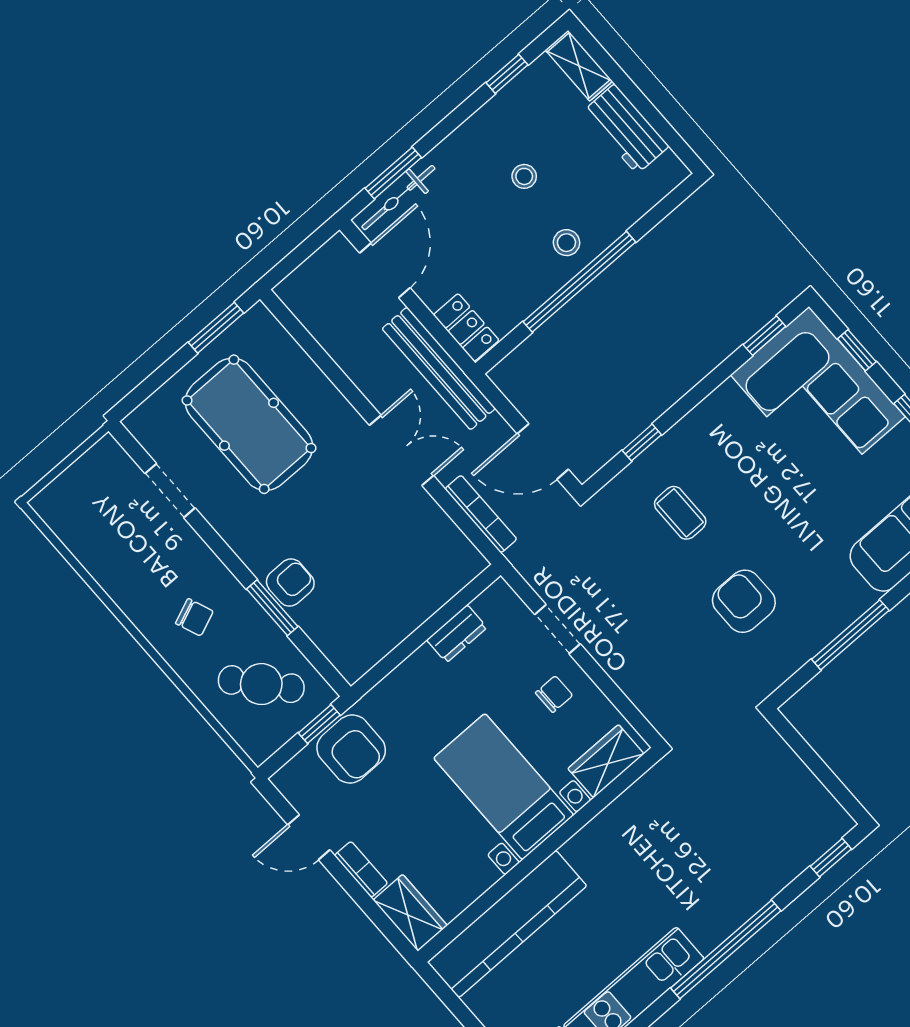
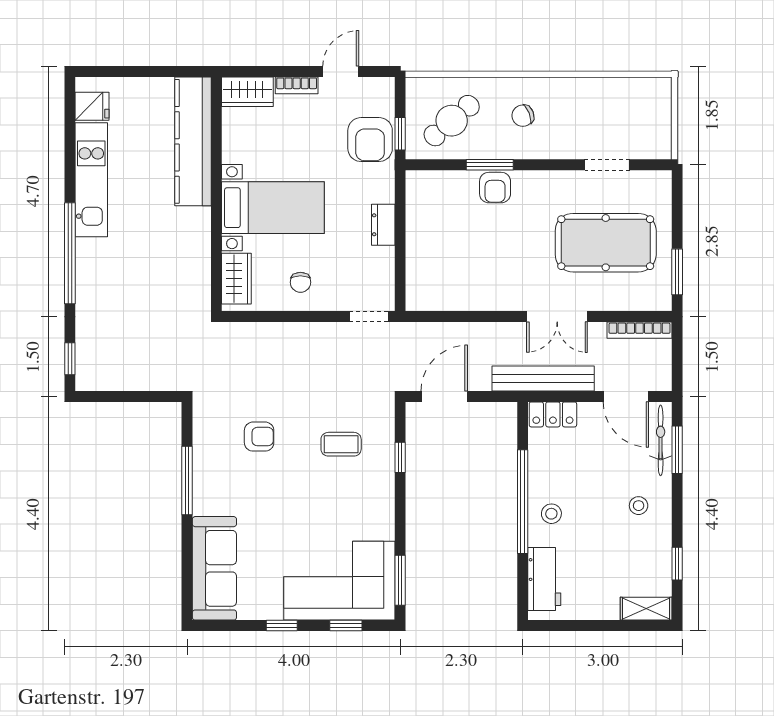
workbench: (626, 129) -> (544, 579), moved, turned 90
stool: (524, 176) -> (639, 506), moved
window: (764, 336) -> (400, 580), width x1.50
double door: (402, 450) -> (557, 317), moved
bookcase: (481, 514) -> (640, 330), moved
armchair: (744, 601) -> (259, 437), width x0.72, depth x0.72
doorway: (558, 629) -> (369, 317), moved
dresser: (457, 634) -> (383, 225), moved
armchair: (351, 749) -> (370, 140), turned -90

